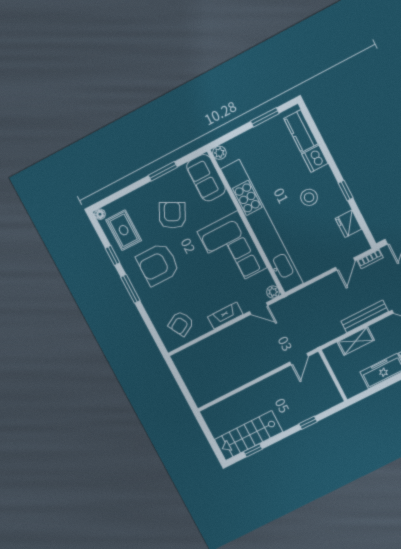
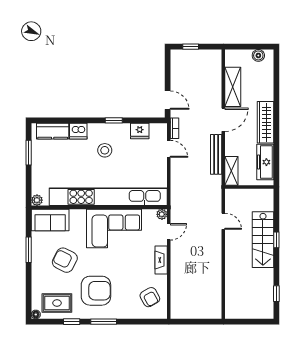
armchair: (158, 264) -> (96, 291), turned -90
wall: (333, 376) -> (249, 187), moved
stairs: (249, 436) -> (263, 240), moved

